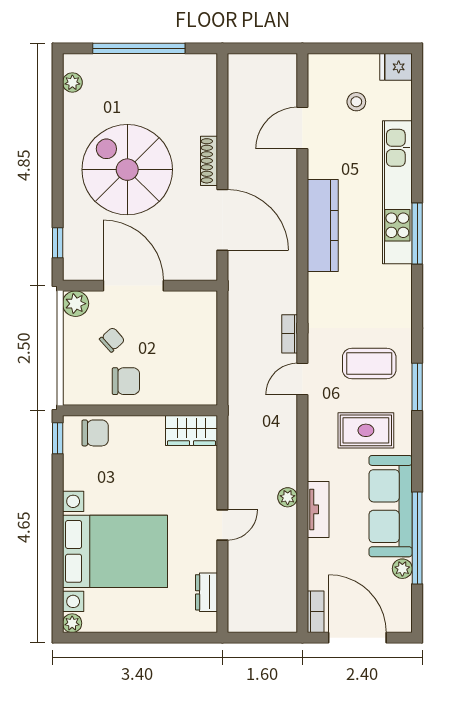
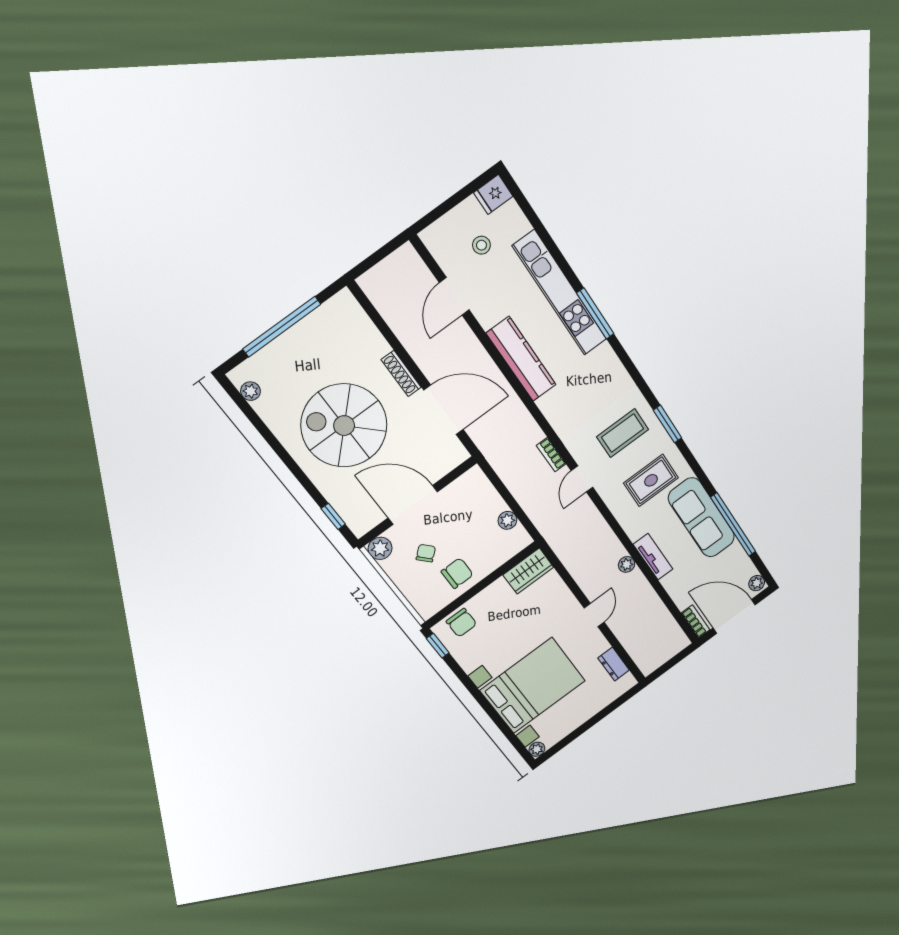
plant: (207, 366) -> (507, 520), added
chair: (95, 433) -> (461, 623), turned 90
plant: (402, 569) -> (757, 583), moved

